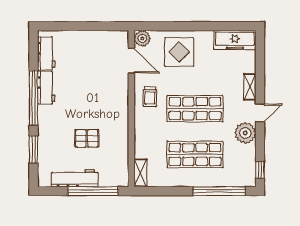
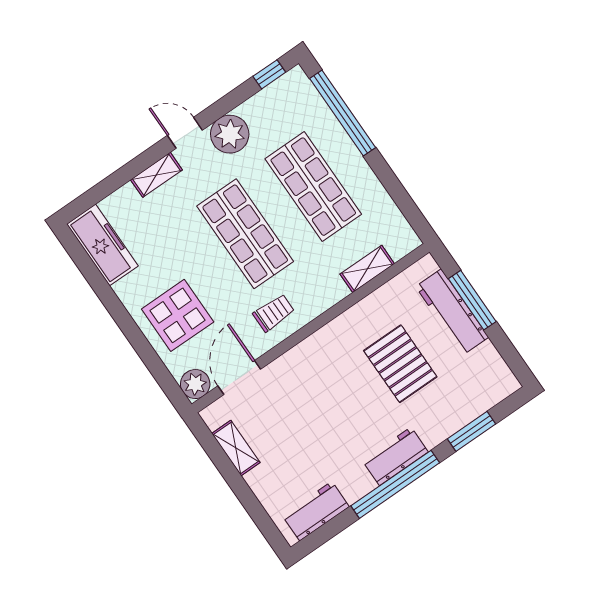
shelving: (100, 37) -> (236, 448), added
workbench: (46, 88) -> (395, 456), moved
pallet: (87, 138) -> (400, 364), width x1.50, depth x1.42
shelving: (140, 173) -> (367, 269), moved
workbench: (75, 178) -> (452, 312), moved
window: (93, 191) -> (472, 300), width x0.68

